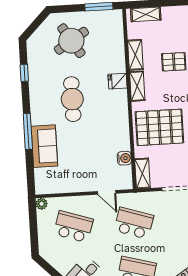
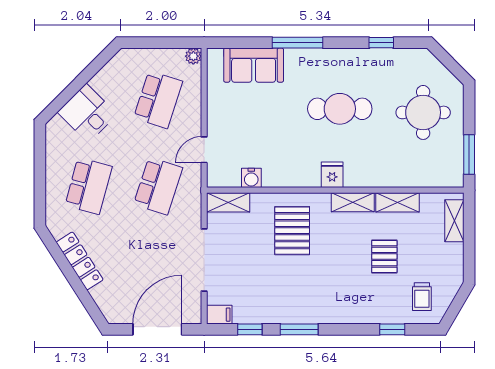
round table: (71, 41) -> (423, 112), turned 32
fridge: (118, 81) -> (332, 175), moved
pallet: (159, 127) -> (292, 231), width x0.73, depth x0.71
sofa: (44, 146) -> (254, 65), moved

